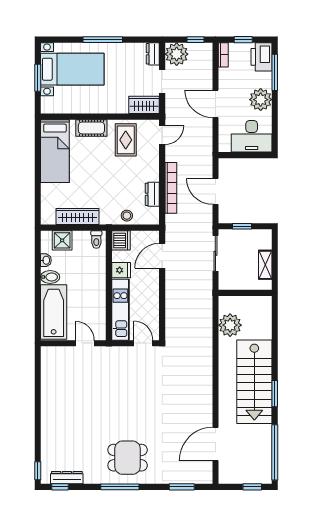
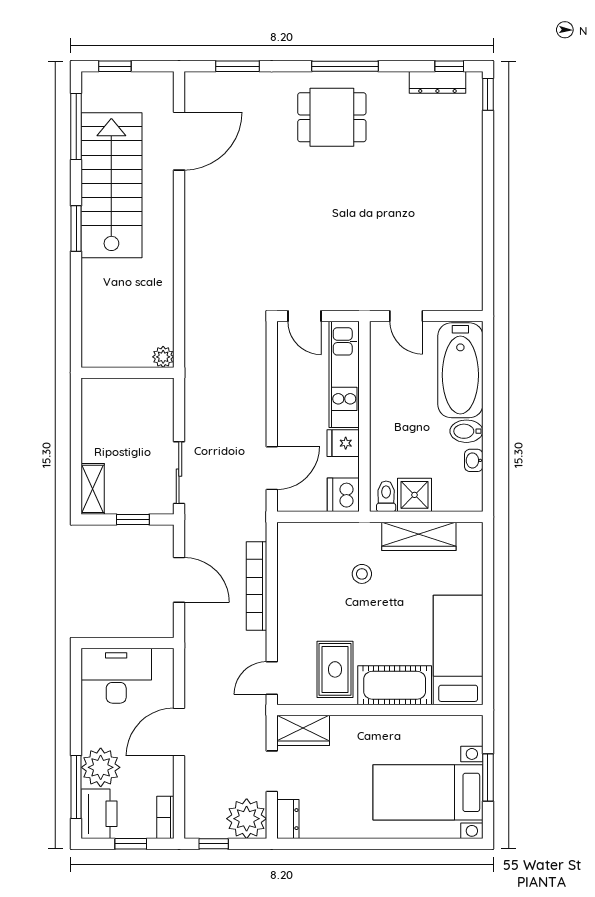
window: (103, 40) -> (375, 844), removed
plant: (261, 100) -> (101, 767), moved
door: (215, 104) -> (179, 732), swing flipped
cot: (91, 128) -> (395, 685), width x1.37, depth x1.34
dresser: (152, 194) -> (289, 575), removed
stool: (127, 216) -> (362, 574), moved
shower: (62, 240) -> (414, 495), moved
shelving: (265, 265) -> (93, 489), moved
wall: (245, 293) -> (127, 373), moved
plant: (230, 325) -> (163, 357), width x0.53, depth x0.53
stairs: (254, 382) -> (111, 185), moved
window: (275, 452) -> (76, 126), width x0.68

